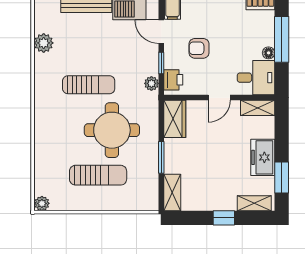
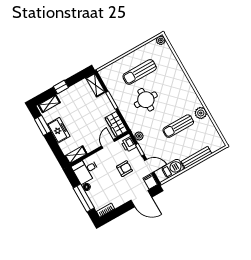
plant: (44, 43) -> (201, 113), moved
sun lounger: (89, 85) -> (178, 126), moved
door: (219, 98) -> (108, 144), moved
round table: (112, 130) -> (146, 100), width x0.73, depth x0.73

